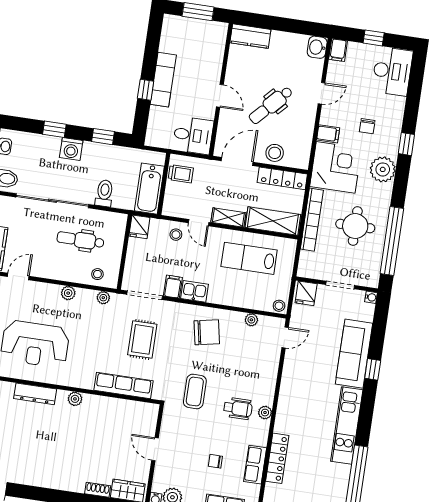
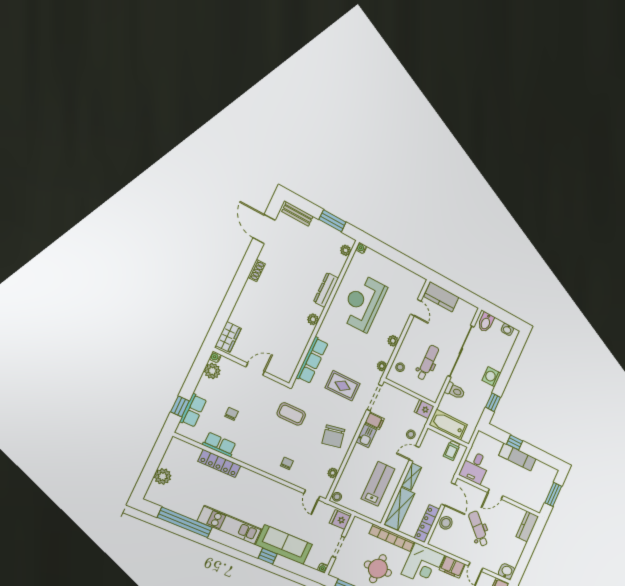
window: (54, 129) -> (508, 369), removed
filing cabinet: (328, 134) -> (452, 567), width x2.00
chair: (255, 379) -> (287, 463), added
wheelchair: (238, 408) -> (268, 444), removed
plant: (265, 413) -> (259, 464), removed
shoe rack: (98, 490) -> (256, 271), moved

